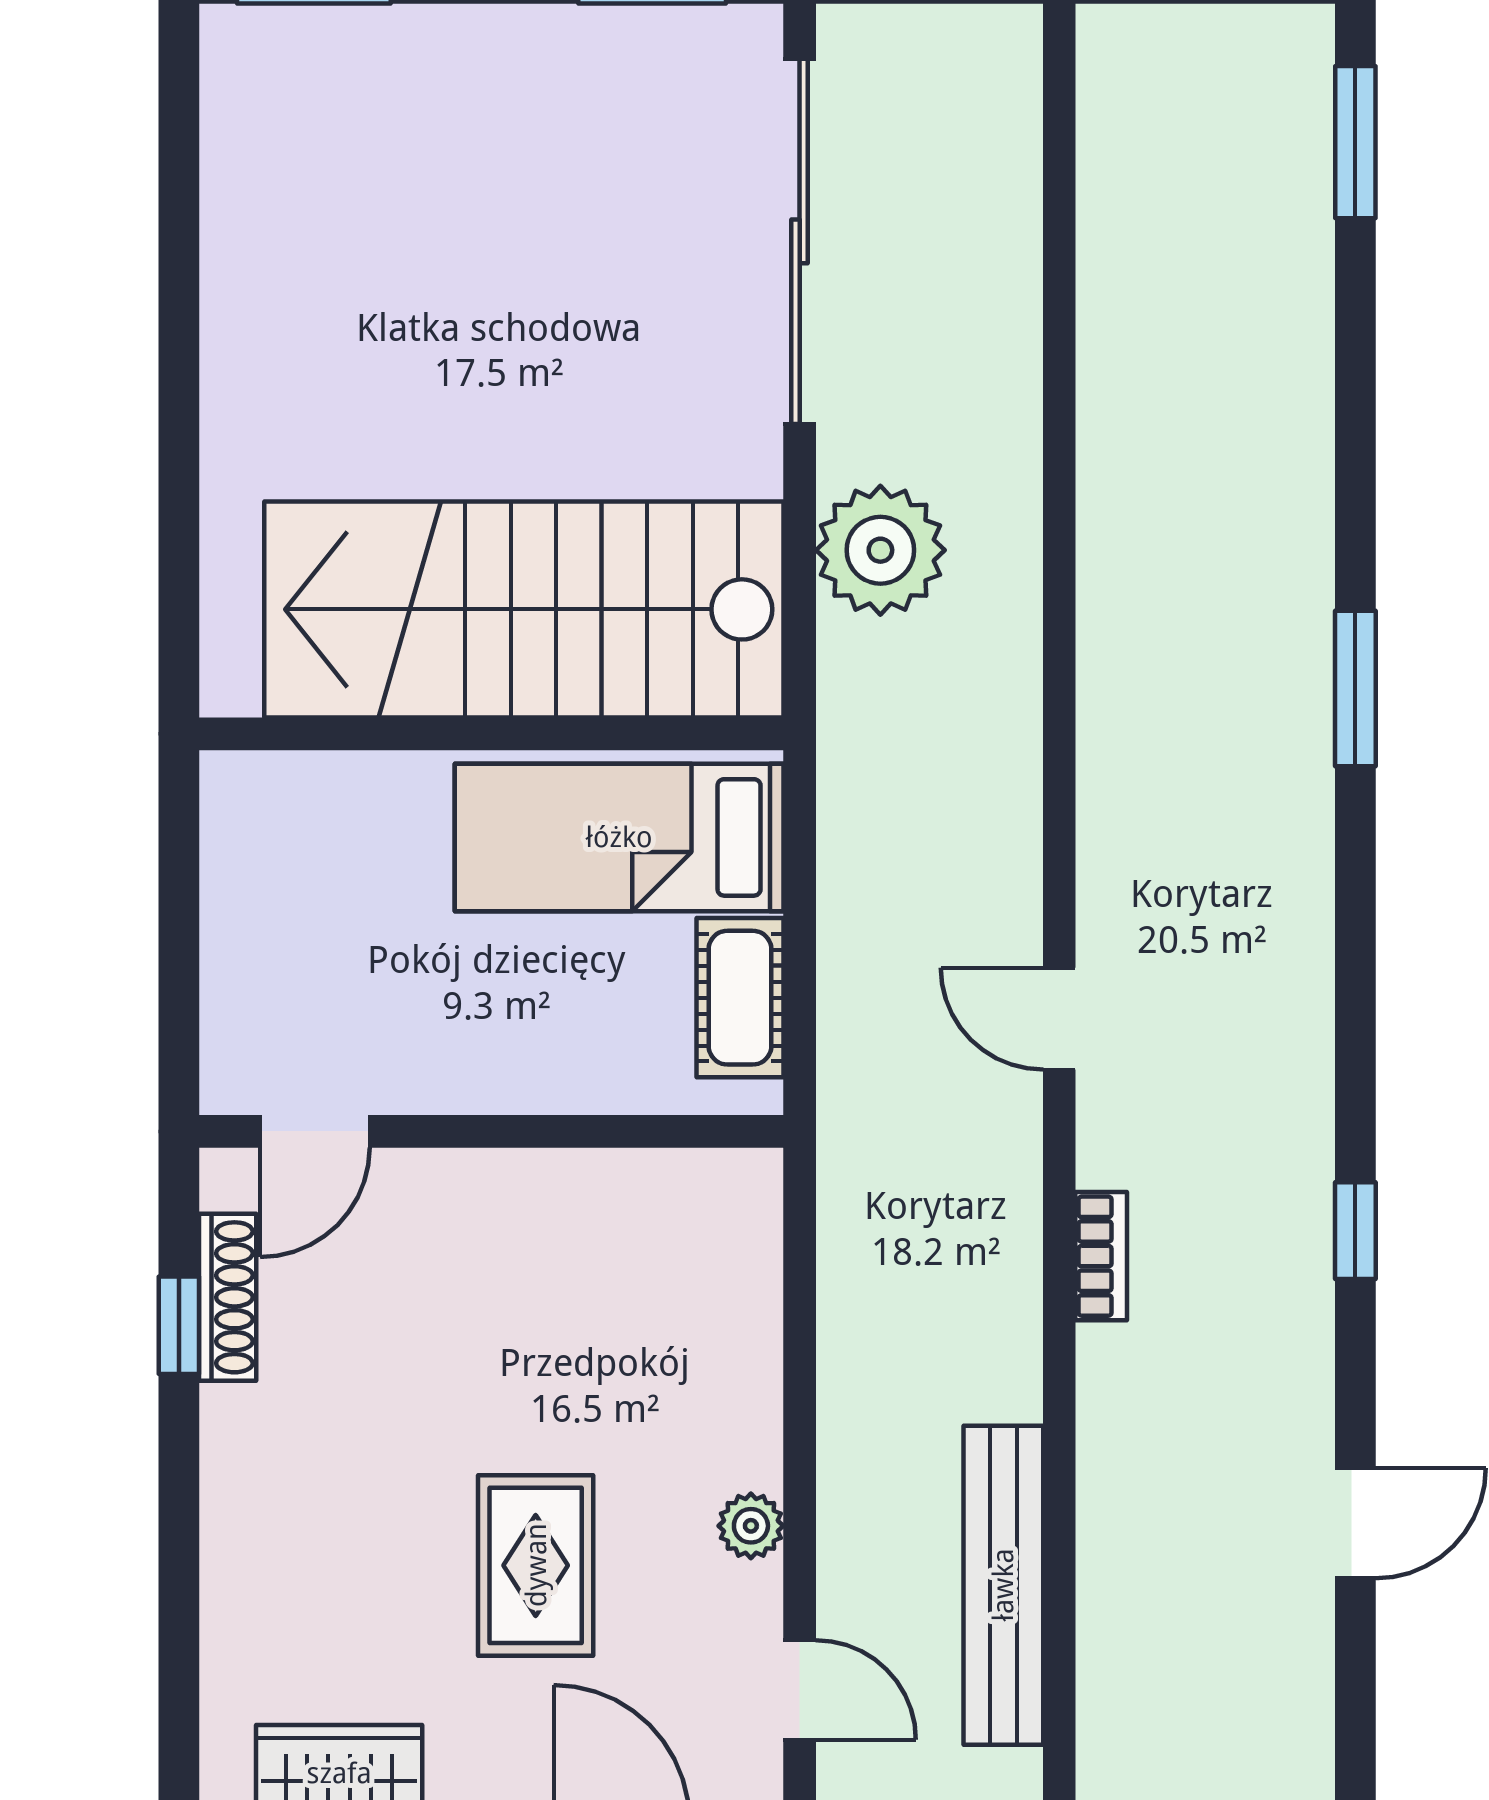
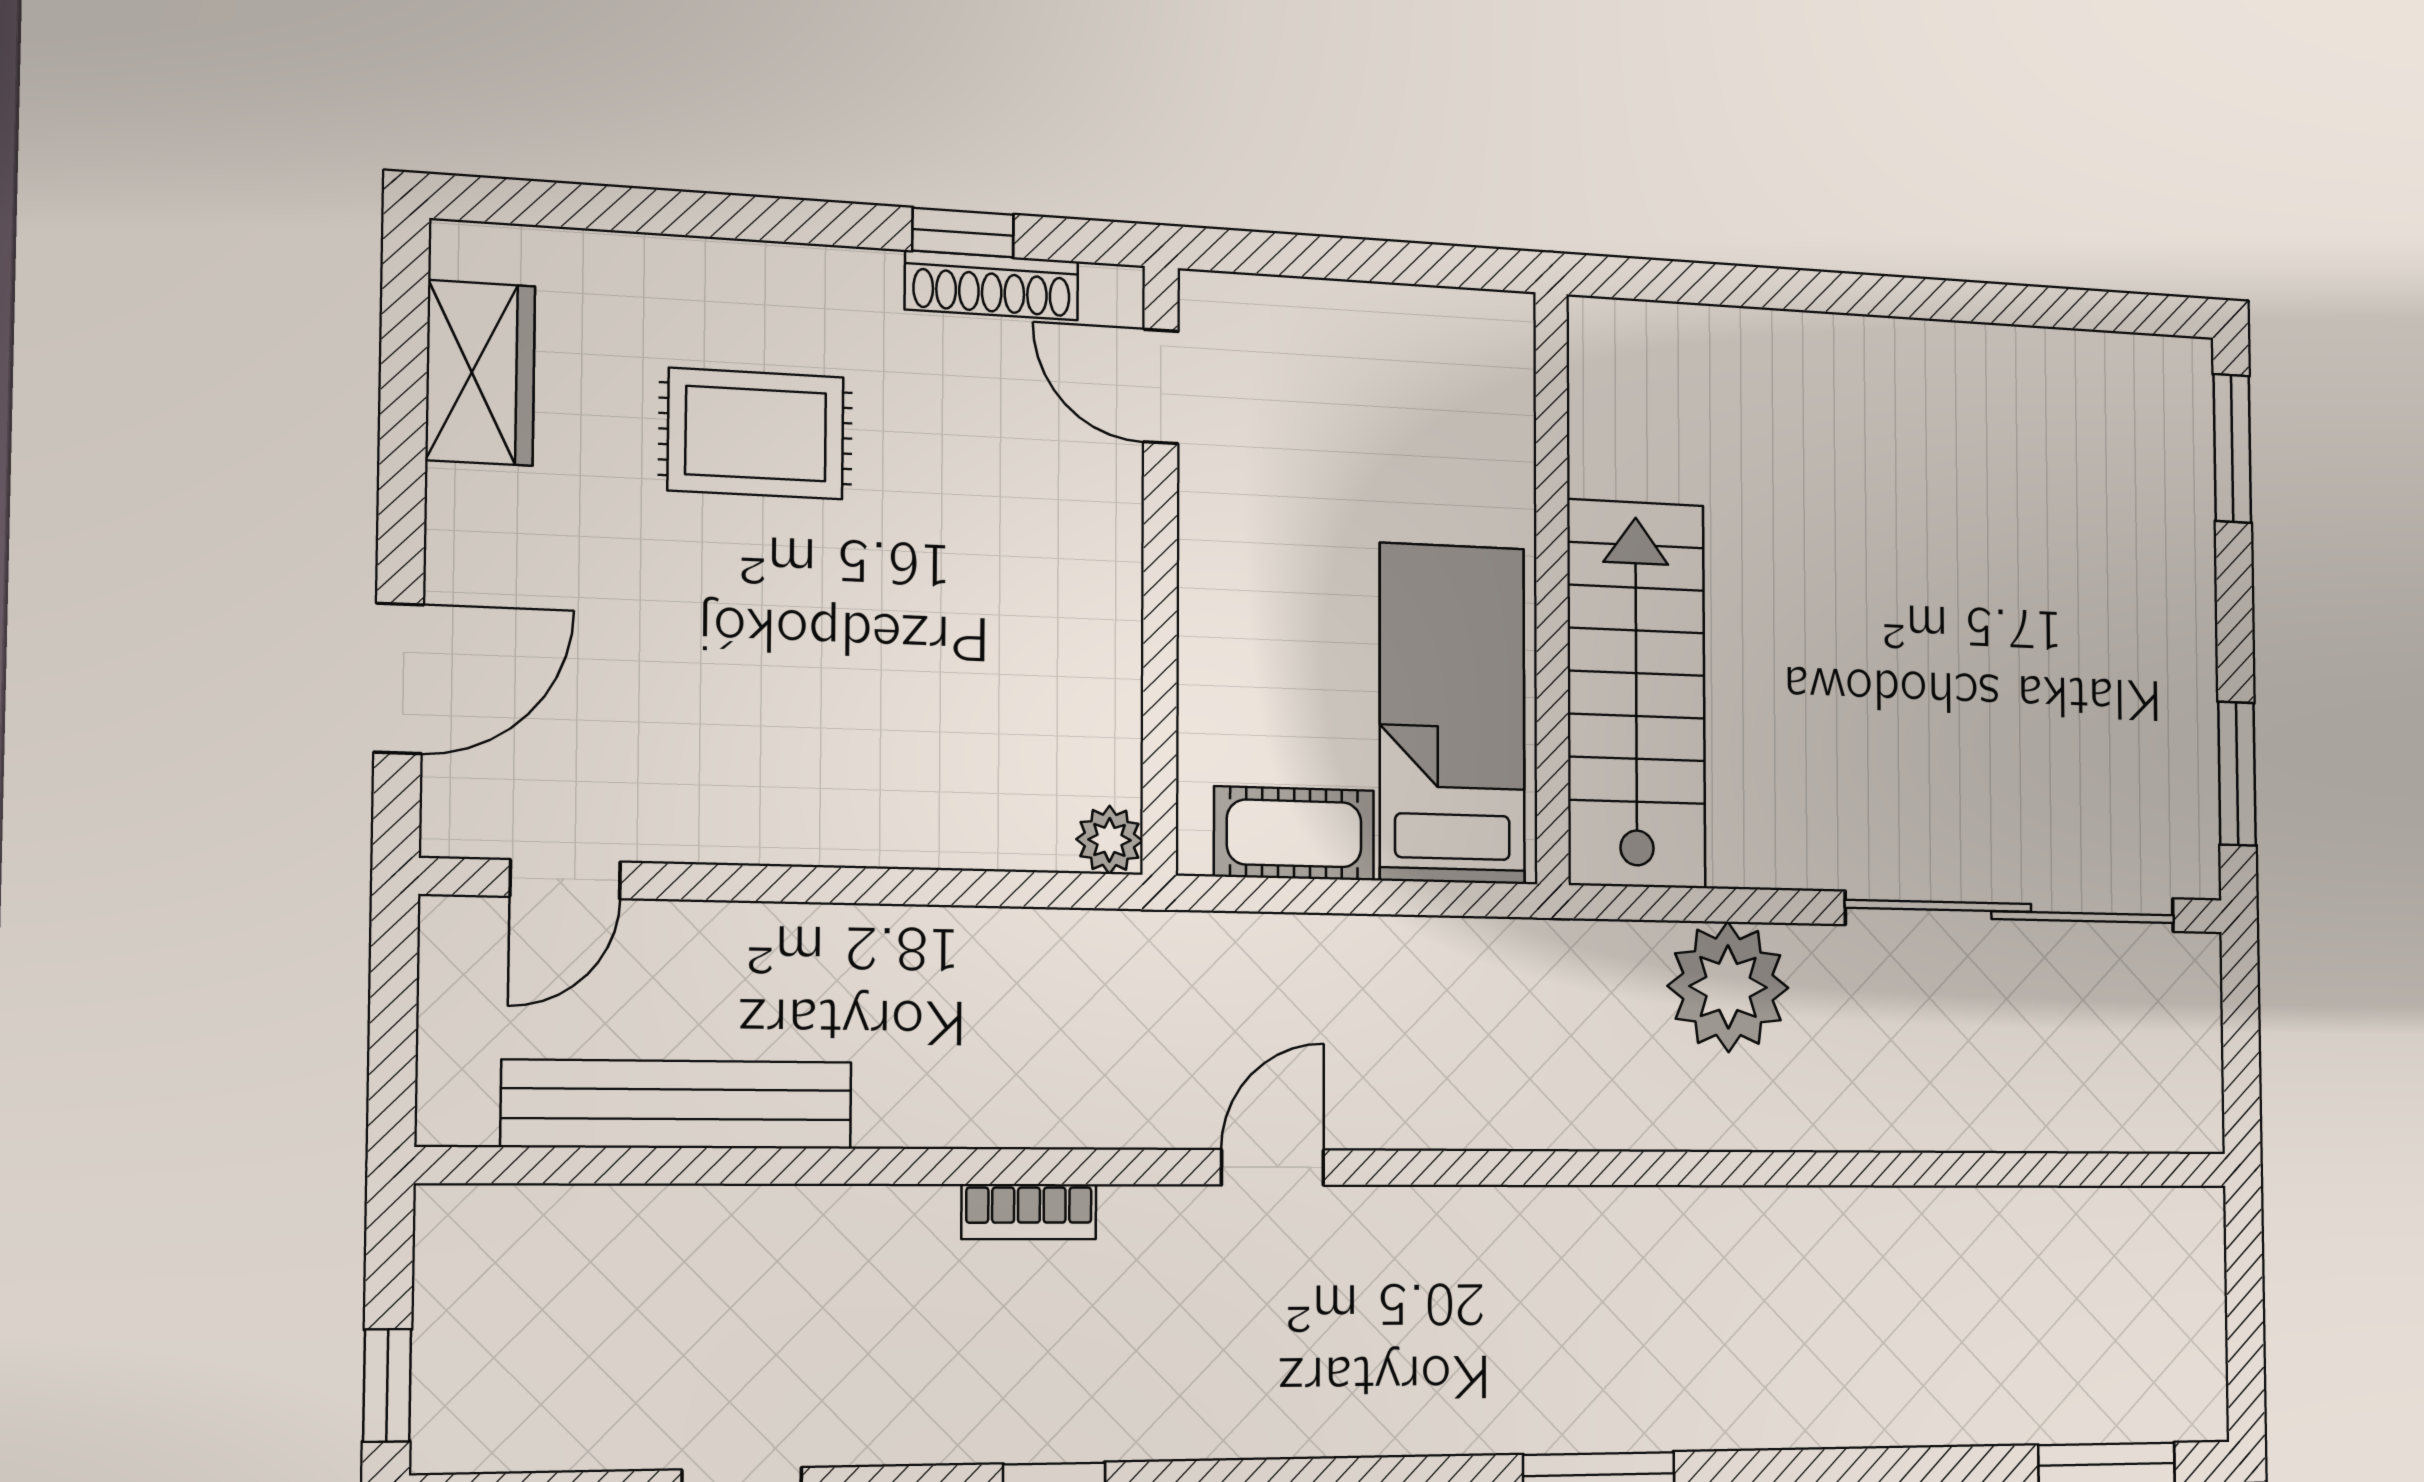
stairs: (524, 609) -> (1636, 694), width x0.73, depth x0.66
plant: (751, 1526) -> (1109, 840), moved
rug: (536, 1565) -> (756, 434), moved

